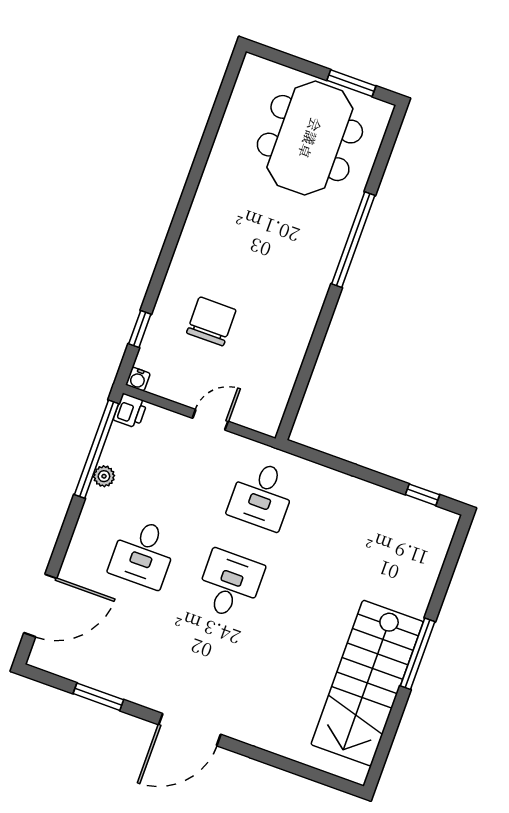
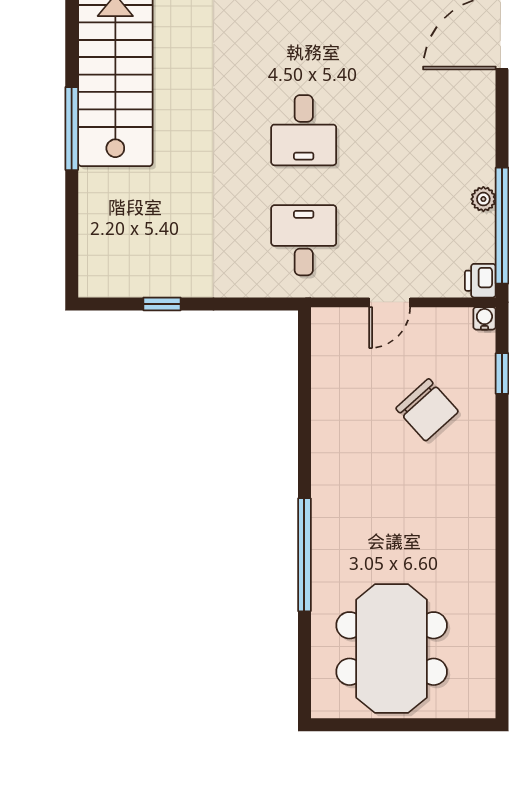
window: (351, 83) -> (368, 725), removed
chair: (211, 321) -> (427, 410), turned -42
window: (422, 495) -> (162, 304), moved
desk: (143, 553) -> (410, 130), removed

